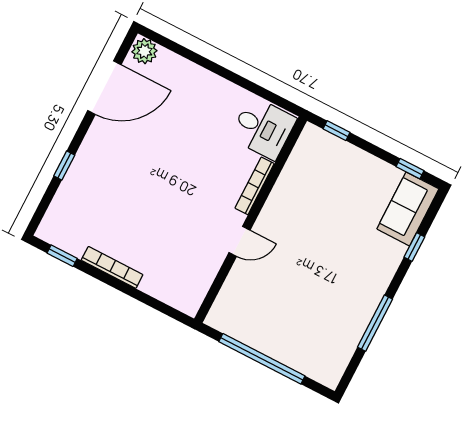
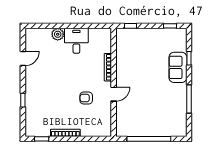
plant: (144, 51) -> (58, 34), moved
door: (104, 88) -> (23, 58), width x0.53
desk: (263, 128) -> (76, 41), moved, turned -90
sofa: (408, 209) -> (178, 67), moved
armchair: (184, 222) -> (86, 98), added

